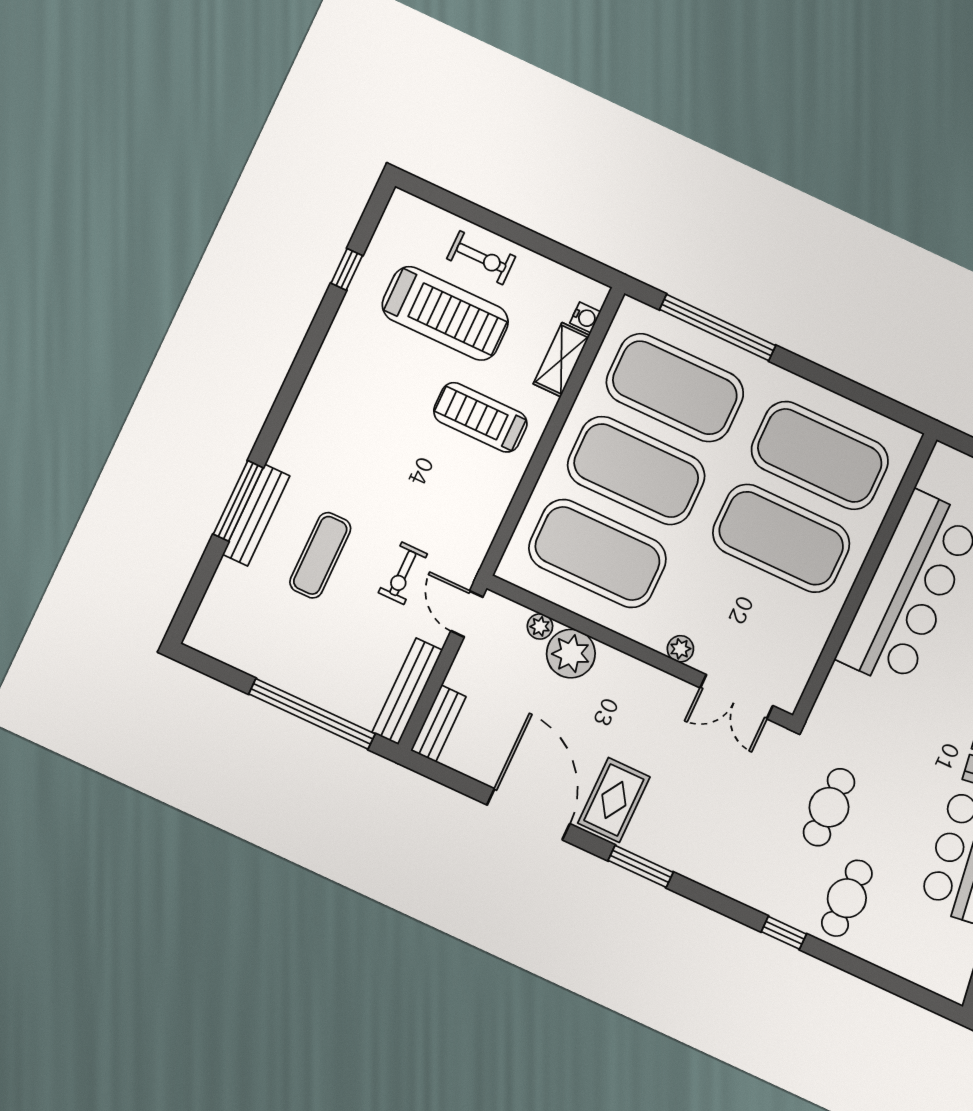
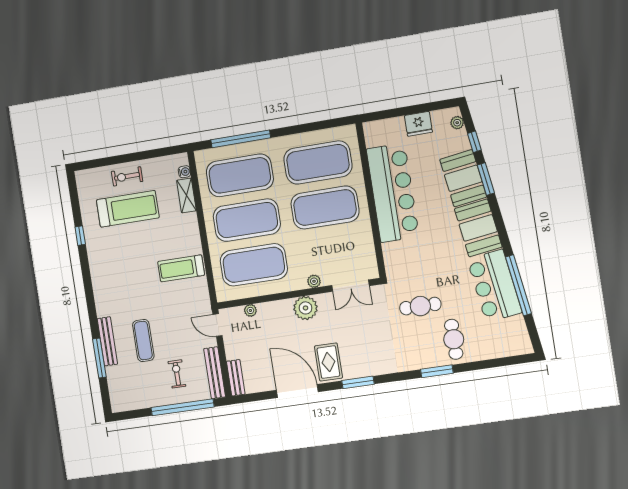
exercise bike: (481, 258) -> (127, 176), turned 180
window: (347, 269) -> (80, 236), moved
treadmill: (480, 417) -> (181, 268), moved
window: (238, 501) -> (99, 358), moved
exercise bike: (403, 573) -> (177, 374), moved, turned 180
plant: (571, 654) -> (306, 308), moved
cafe table: (829, 807) -> (420, 306), turned 90
window: (784, 933) -> (437, 371), width x1.50

